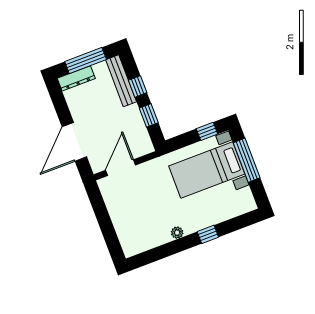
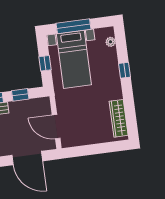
window: (207, 131) -> (45, 63), moved
plant: (177, 233) -> (111, 42), moved
wardrobe: (148, 241) -> (119, 118), added

